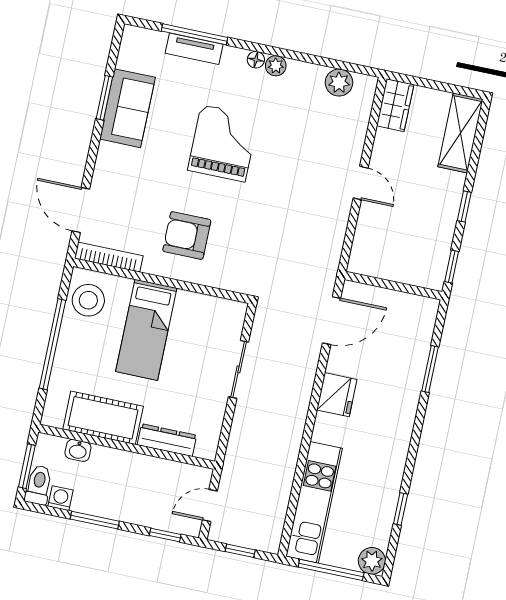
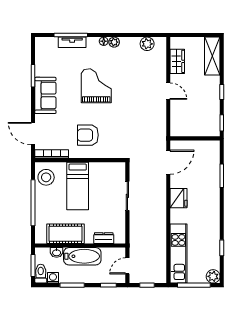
wardrobe: (395, 105) -> (177, 61), moved
sofa: (127, 108) -> (45, 95), moved
dresser: (167, 440) -> (104, 238), width x0.70
bathtub: (126, 468) -> (82, 256), added

